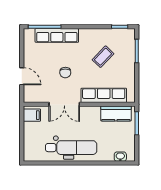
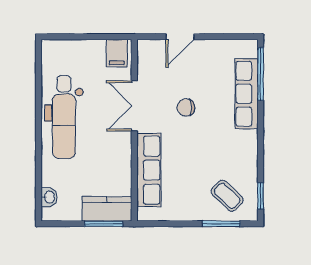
coffee table: (103, 57) -> (227, 196), moved
kitchen counter: (116, 113) -> (107, 209), moved, turned 90

